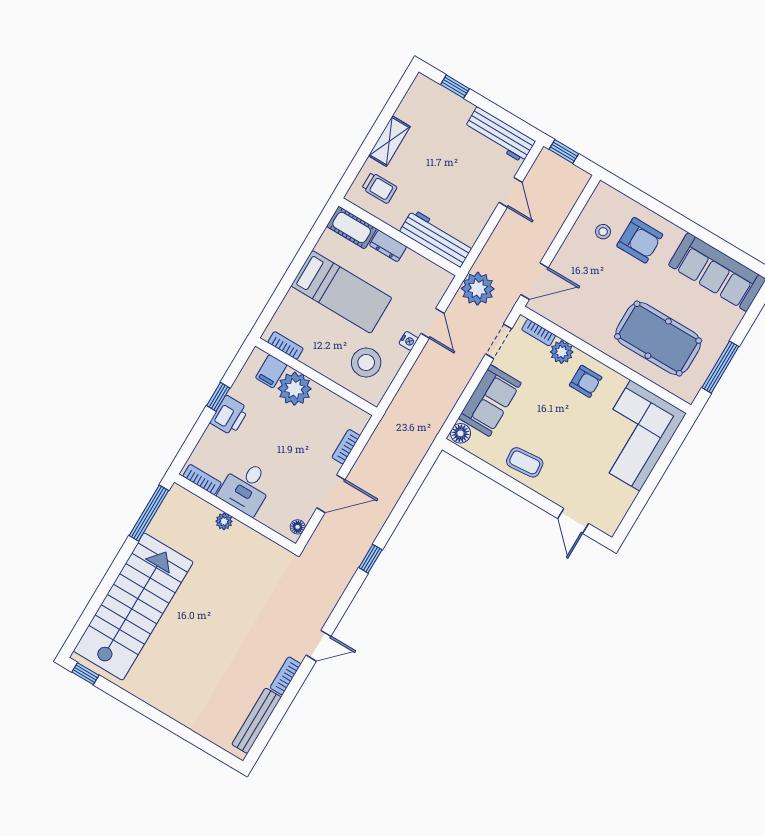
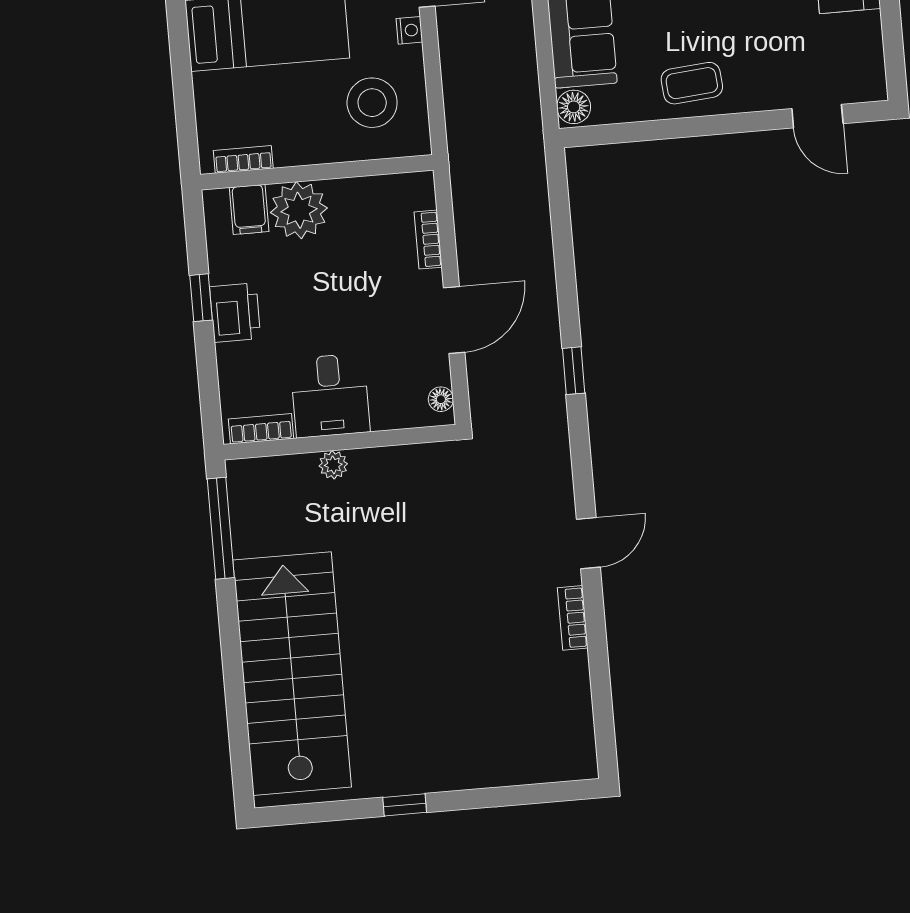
window: (85, 674) -> (405, 805), moved
bench: (257, 721) -> (577, 709), removed

